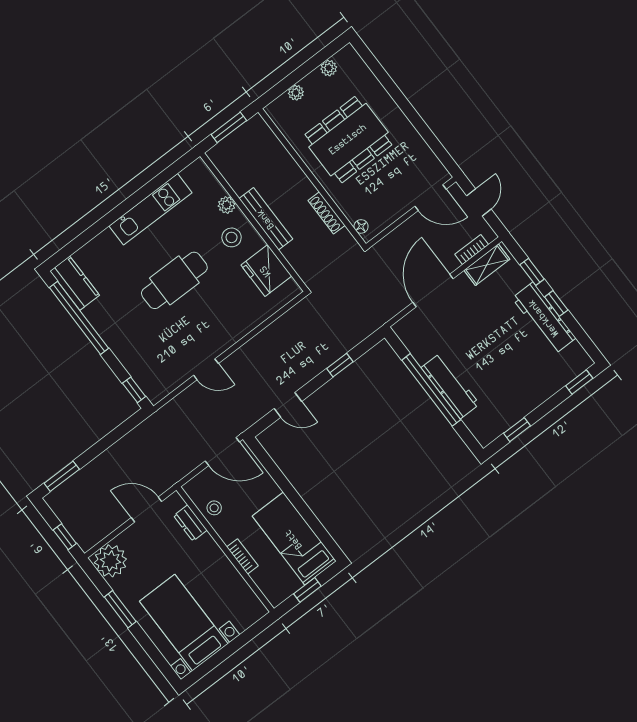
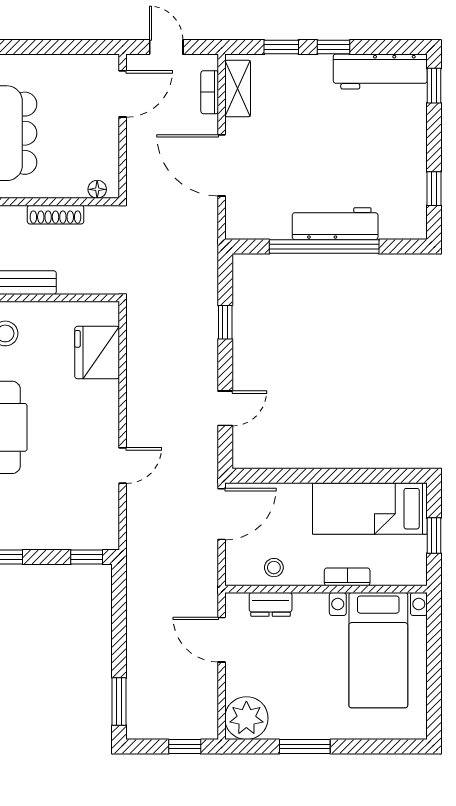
fridge: (266, 271) -> (97, 353), moved, turned 90
workbench: (544, 318) -> (380, 72), moved
door: (146, 510) -> (222, 640), hinge flipped
bed with nightstands: (184, 623) -> (378, 650), moved, turned -90

